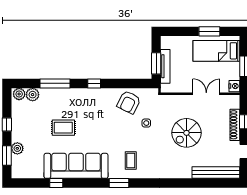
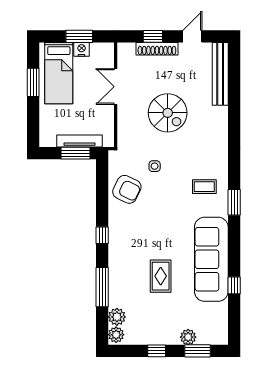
nightstand: (234, 86) -> (82, 49), moved

